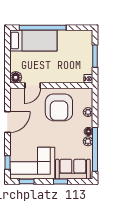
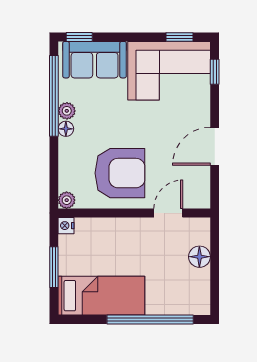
bed: (33, 41) -> (101, 296), moved, turned 180
floor lamp: (16, 77) -> (199, 257), moved
armchair: (59, 107) -> (120, 173), turned 90
plant: (88, 112) -> (67, 200), moved
window: (60, 181) -> (79, 37), moved

